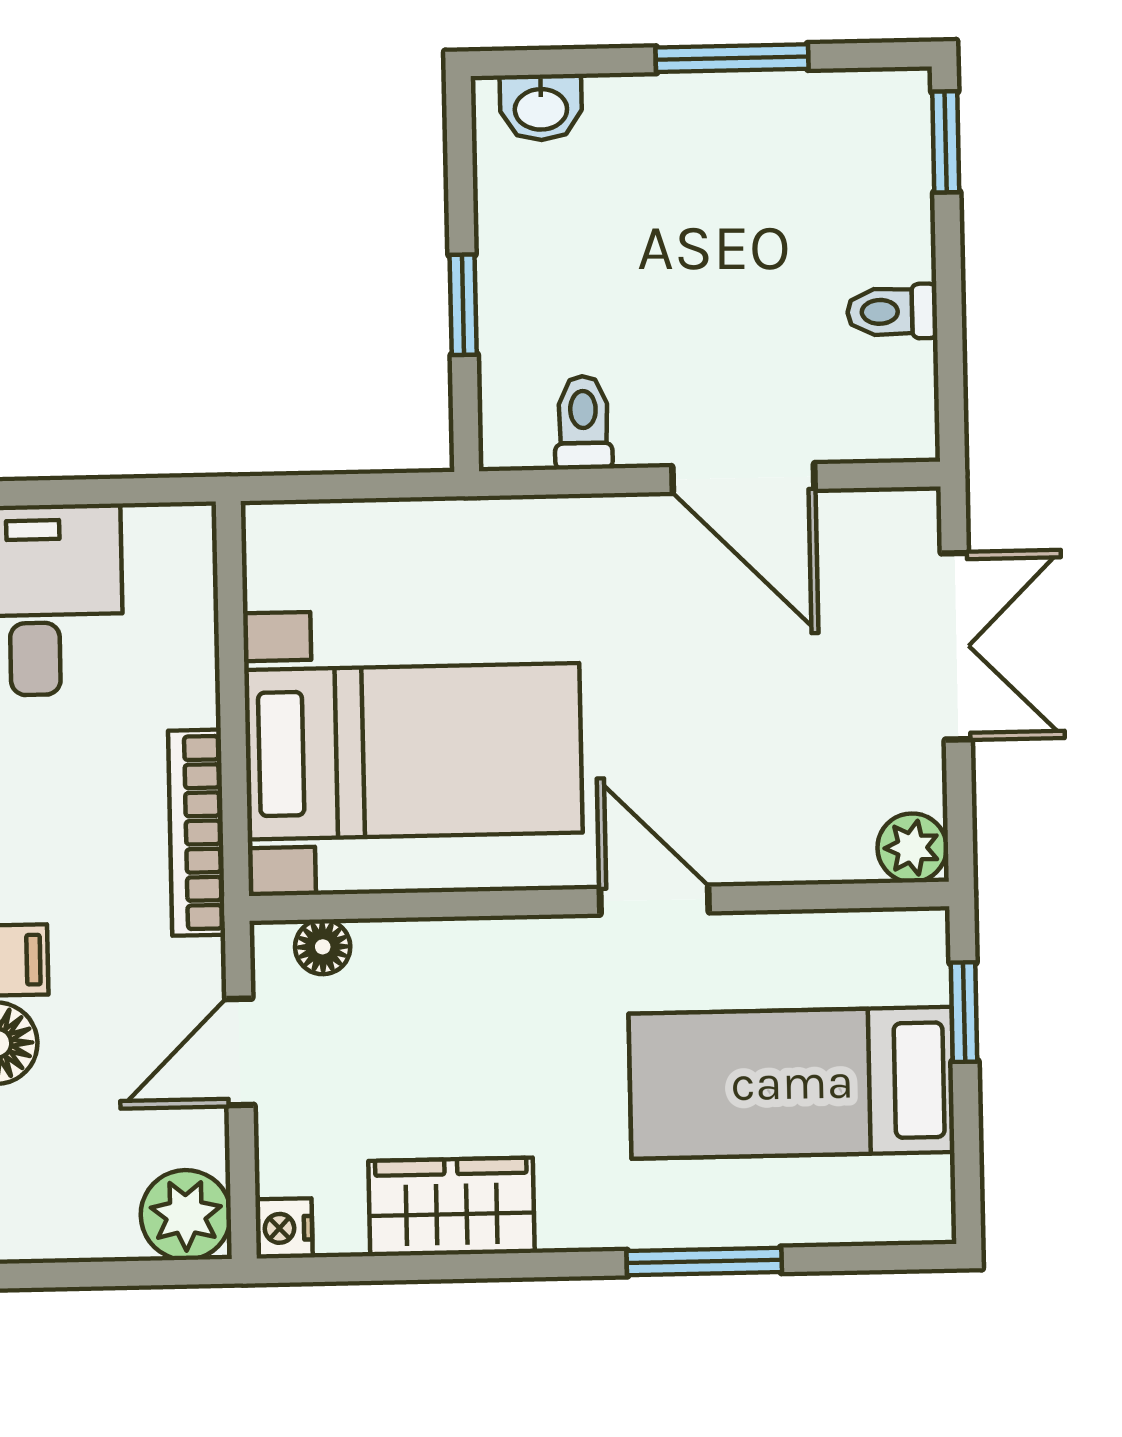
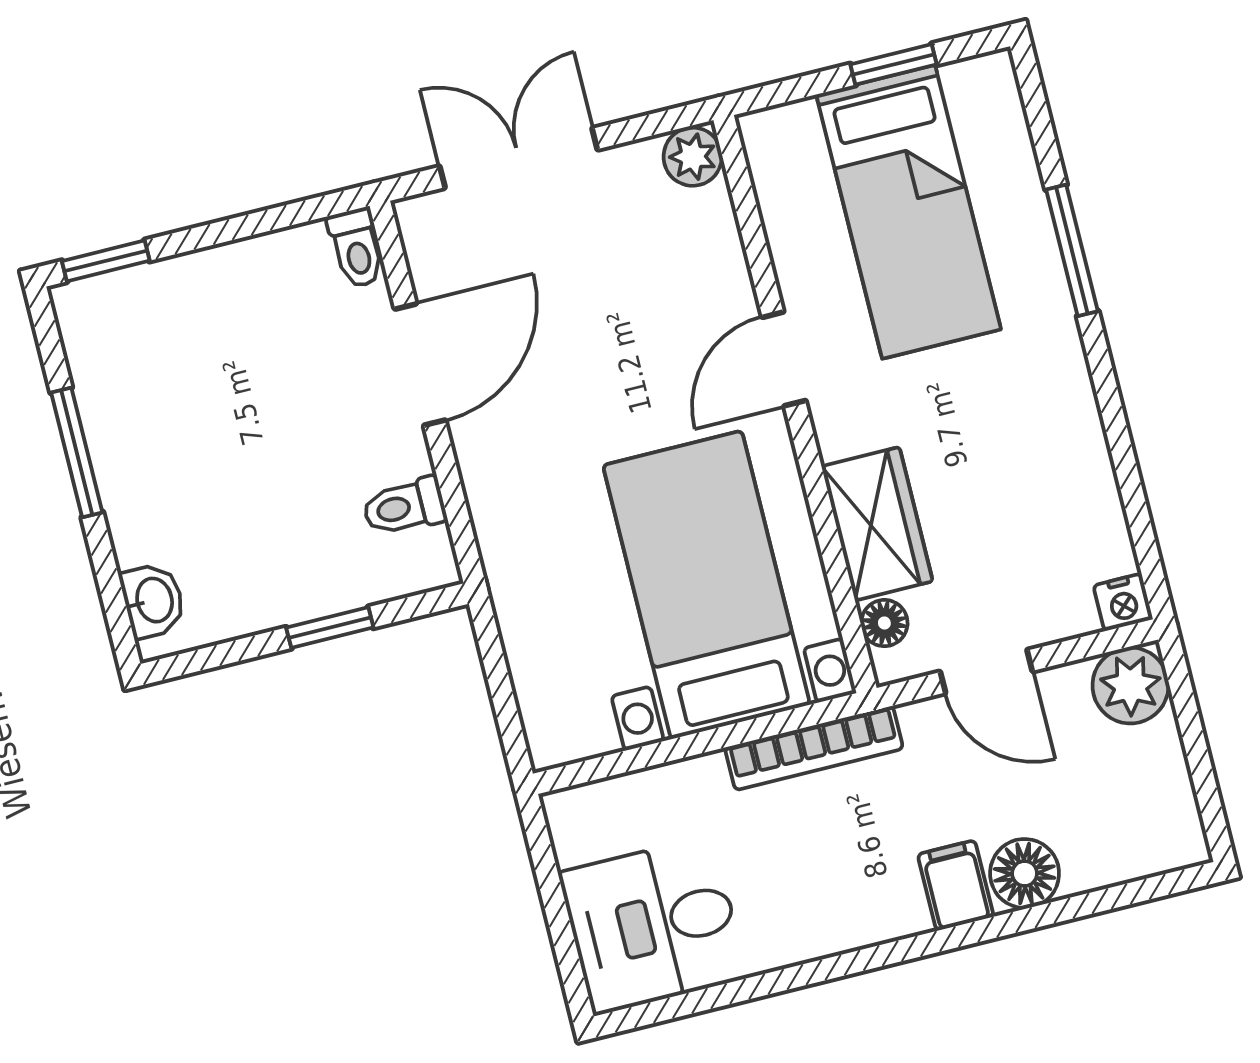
toilet: (892, 312) -> (356, 248), moved
window: (964, 1012) -> (894, 64), moved
wardrobe: (452, 1207) -> (877, 524), moved, turned 180

